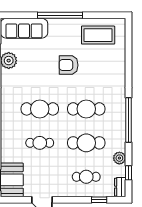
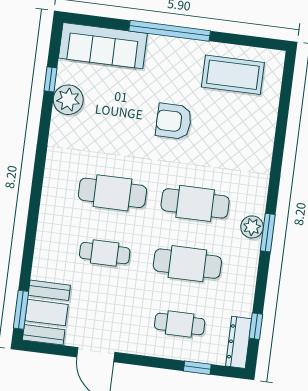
window: (129, 120) -> (268, 233), width x0.47
plant: (119, 158) -> (252, 227), moved
dresser: (120, 187) -> (239, 342), width x1.44

